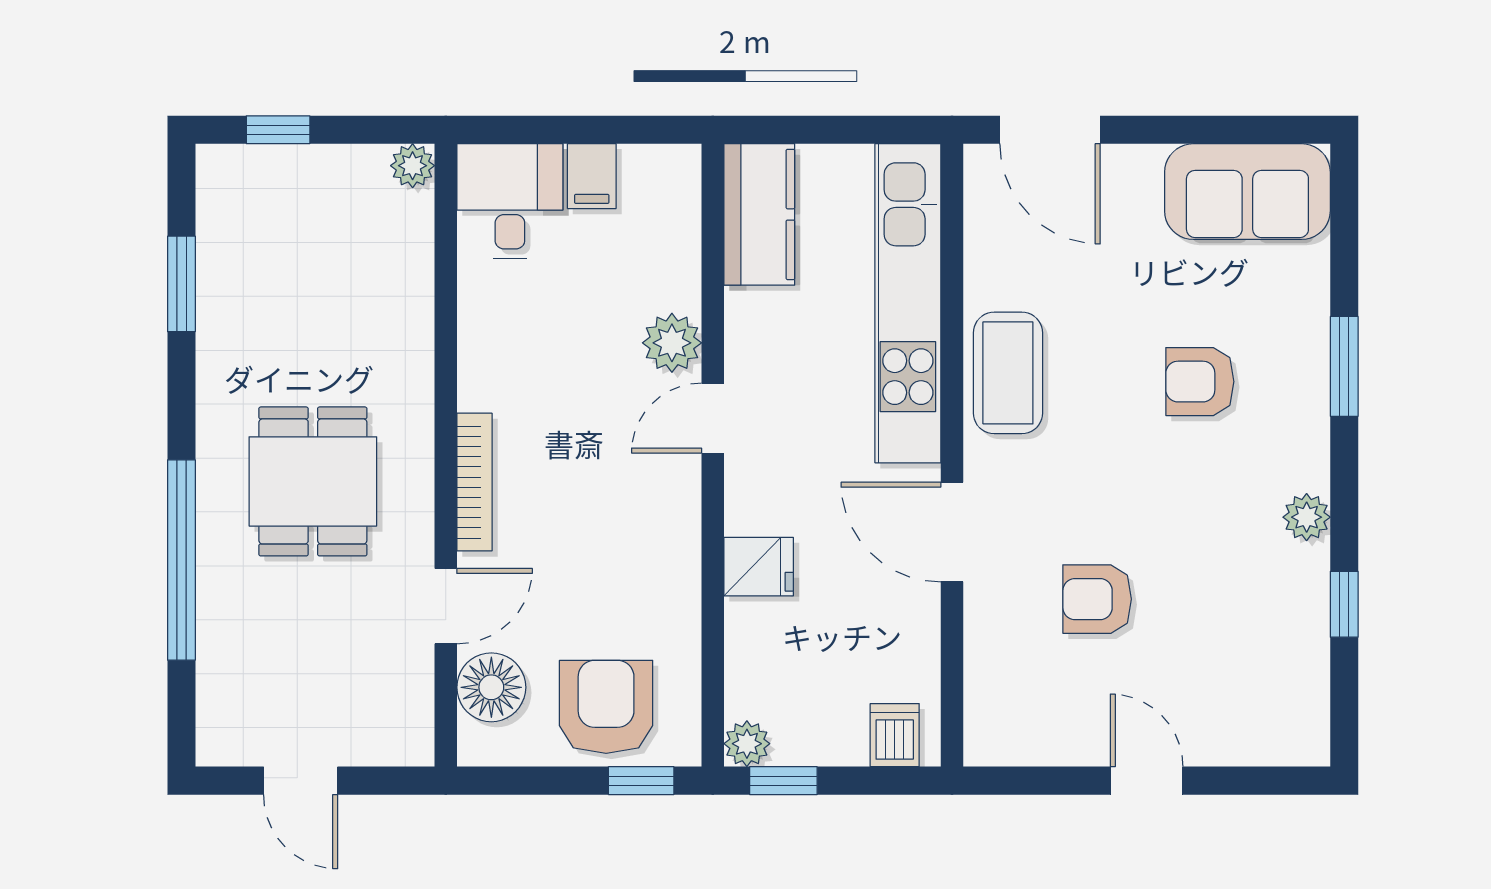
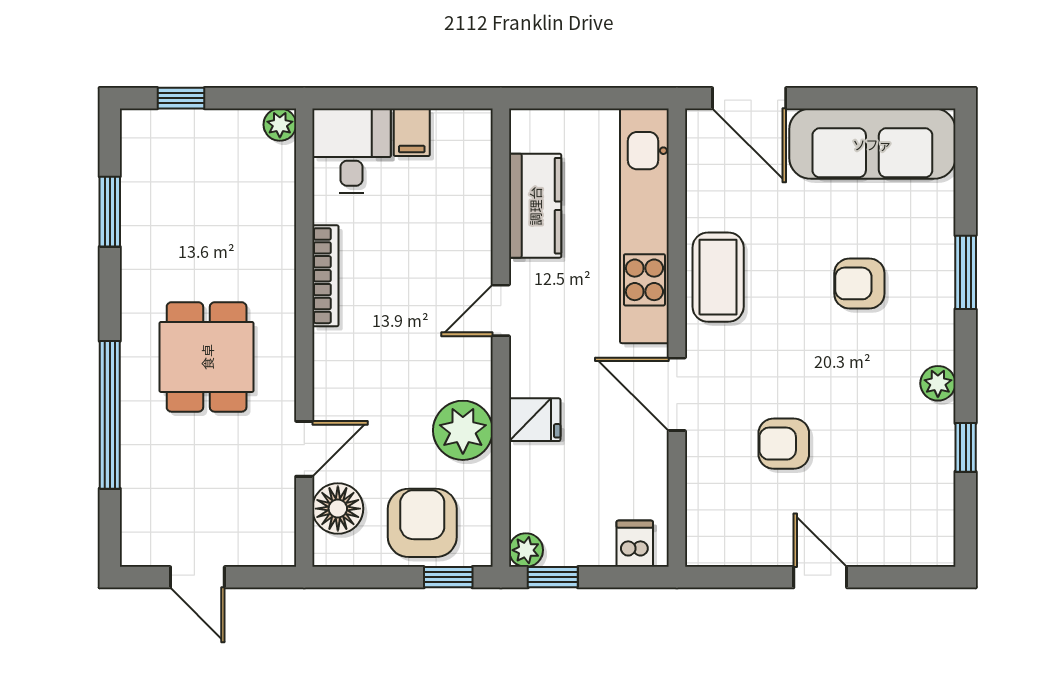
sofa: (1247, 192) -> (872, 144), width x1.36
kitchen counter: (759, 214) -> (535, 206), moved
plant: (672, 343) -> (463, 430), moved, width x1.36, depth x1.36
bookcase: (474, 482) -> (325, 276), moved

